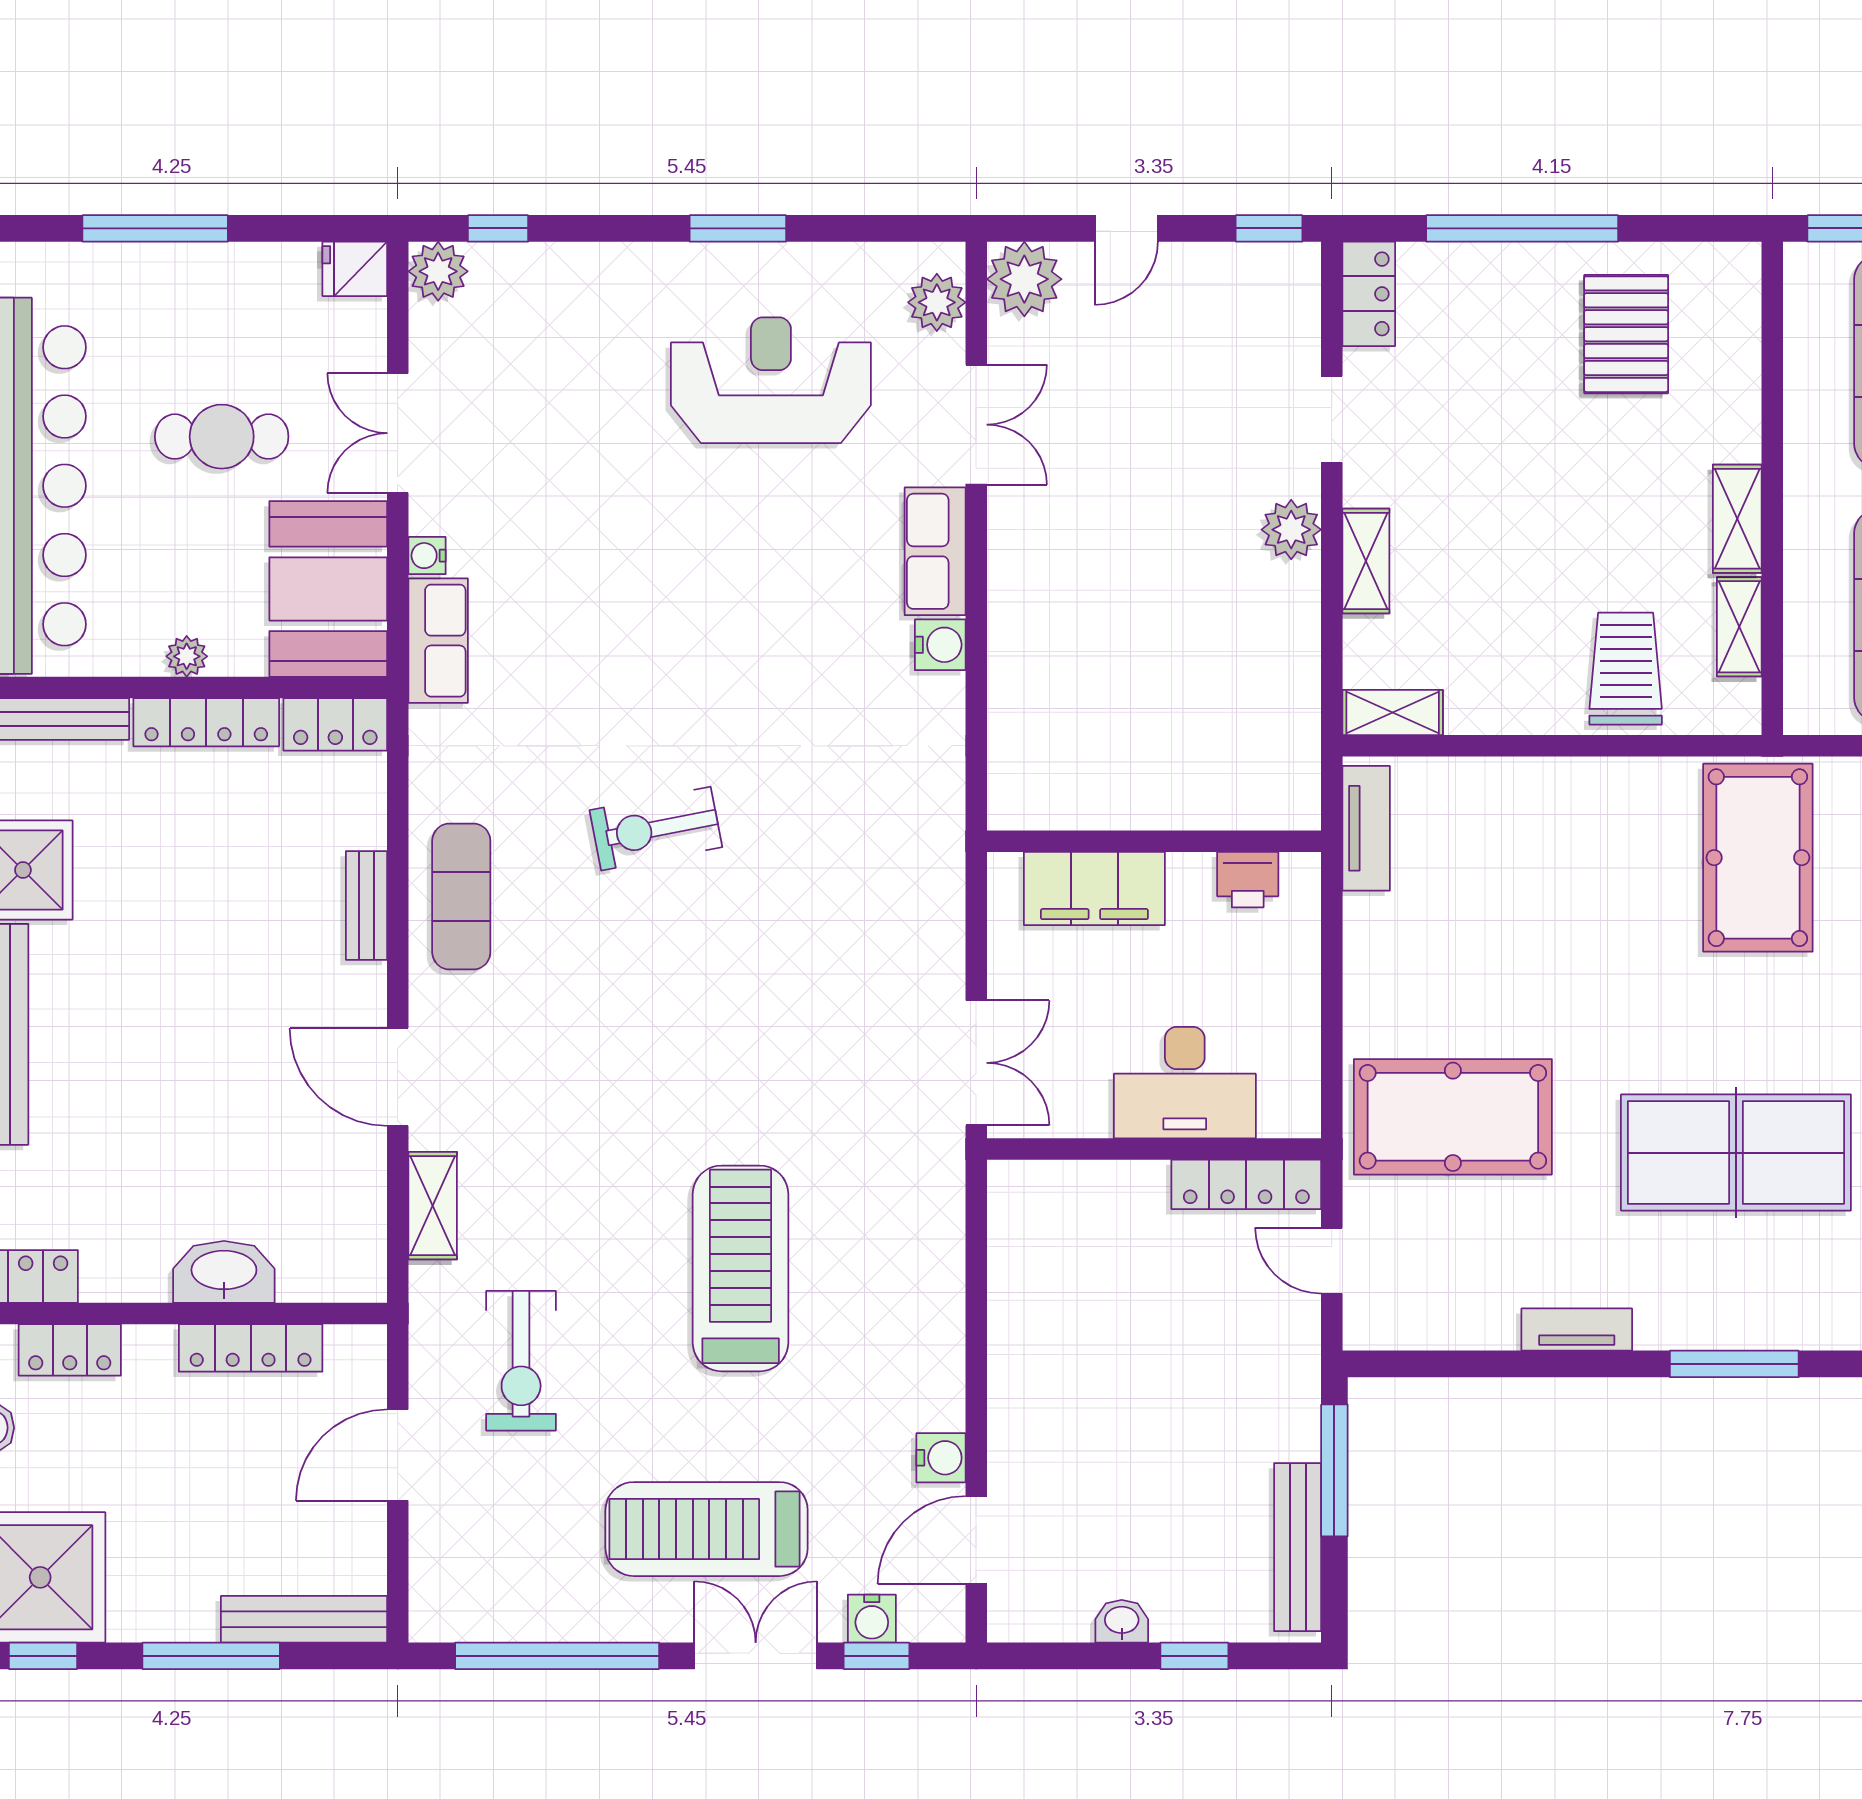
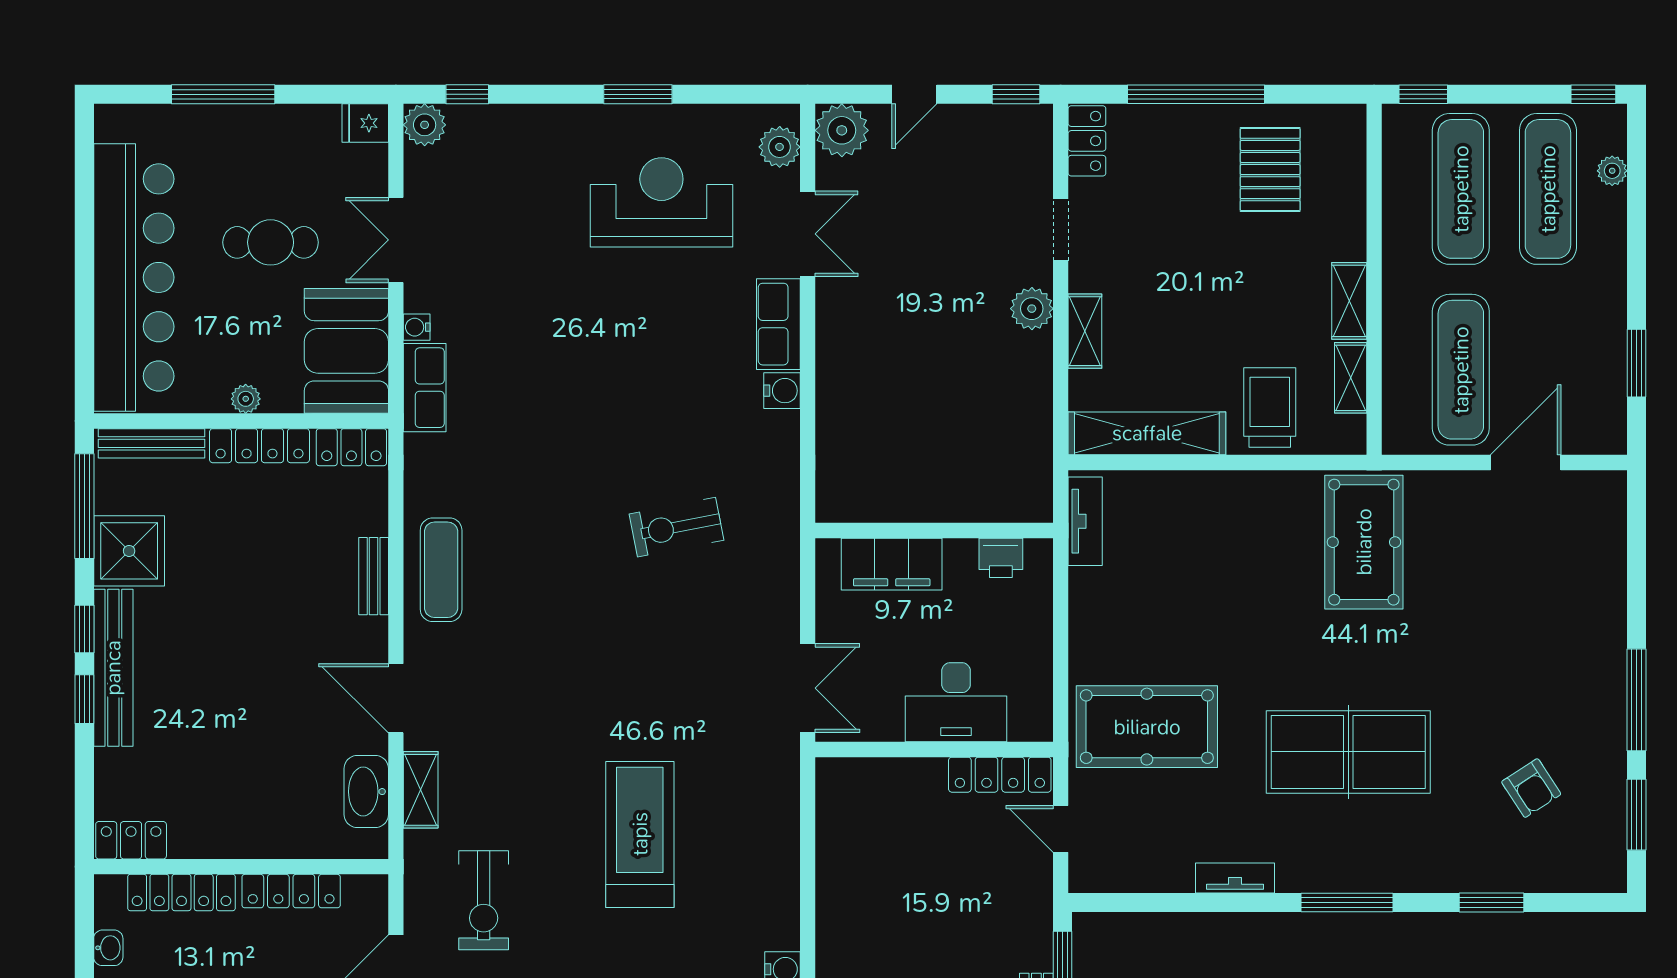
shelving: (1393, 713) -> (1147, 433), width x2.20, depth x1.33
exercise bike: (656, 829) -> (676, 527), moved
washbasin: (224, 1272) -> (366, 792), moved, turned -90
locker: (70, 1350) -> (182, 893), width x1.53

